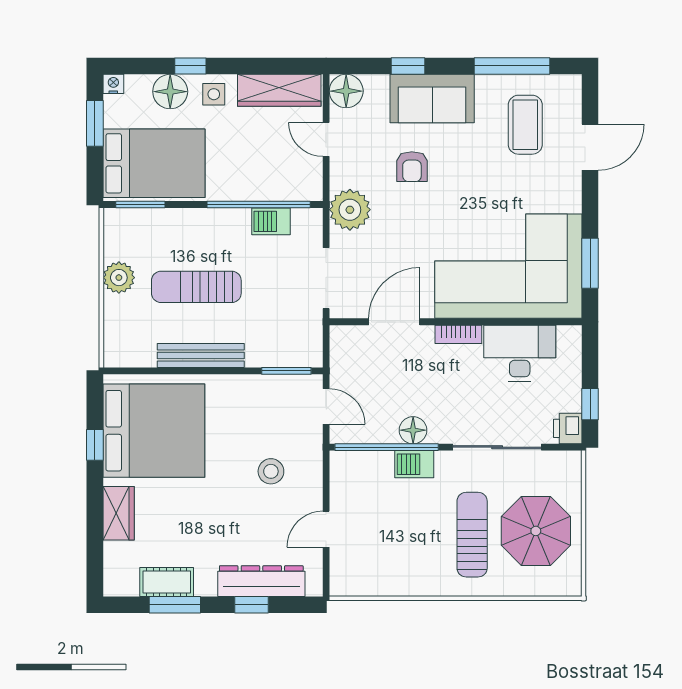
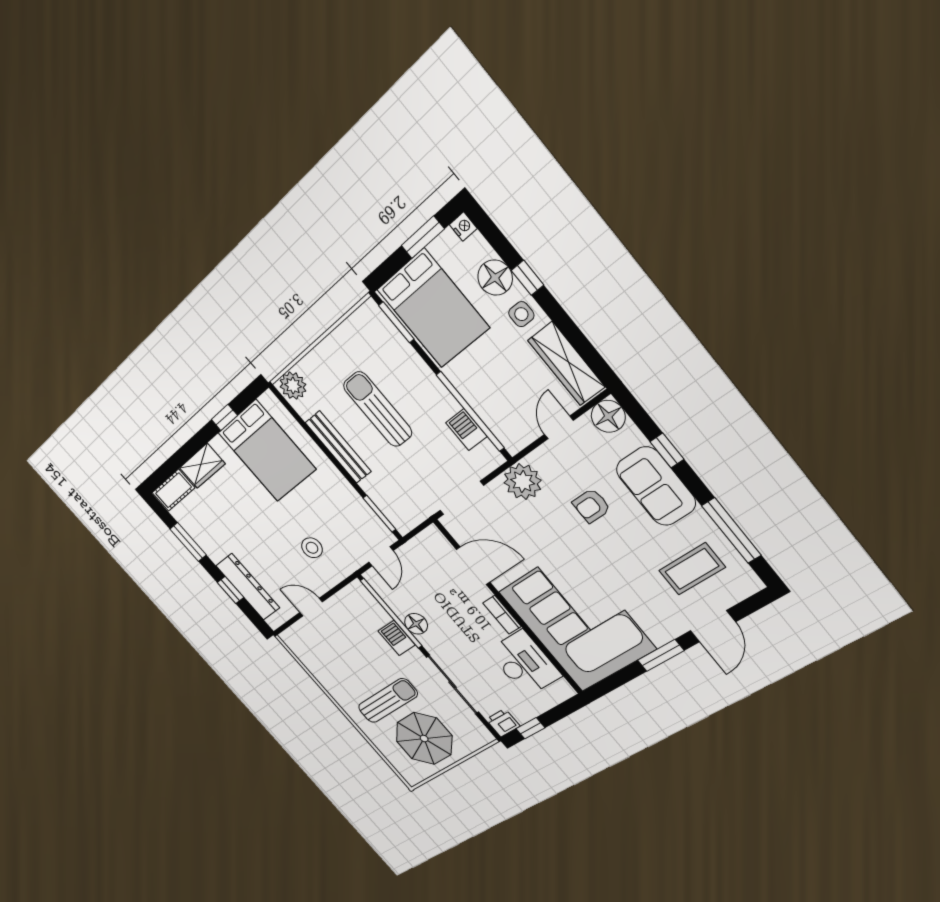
door: (590, 147) -> (713, 626), hinge flipped
window: (590, 263) -> (661, 655), moved
plant: (119, 278) -> (293, 386), moved
bed: (154, 431) -> (267, 451), width x0.73
cot: (167, 582) -> (174, 490), moved, turned 90

